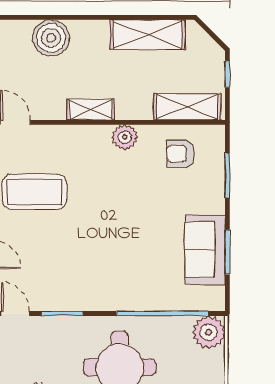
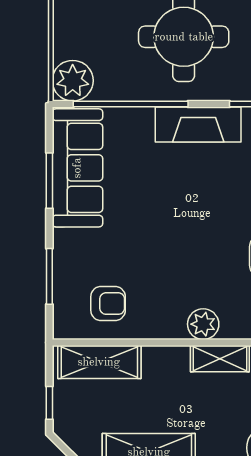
plant: (125, 137) -> (203, 324), moved
sofa: (205, 250) -> (77, 168), width x1.36
fireplace: (108, 297) -> (198, 124), added

